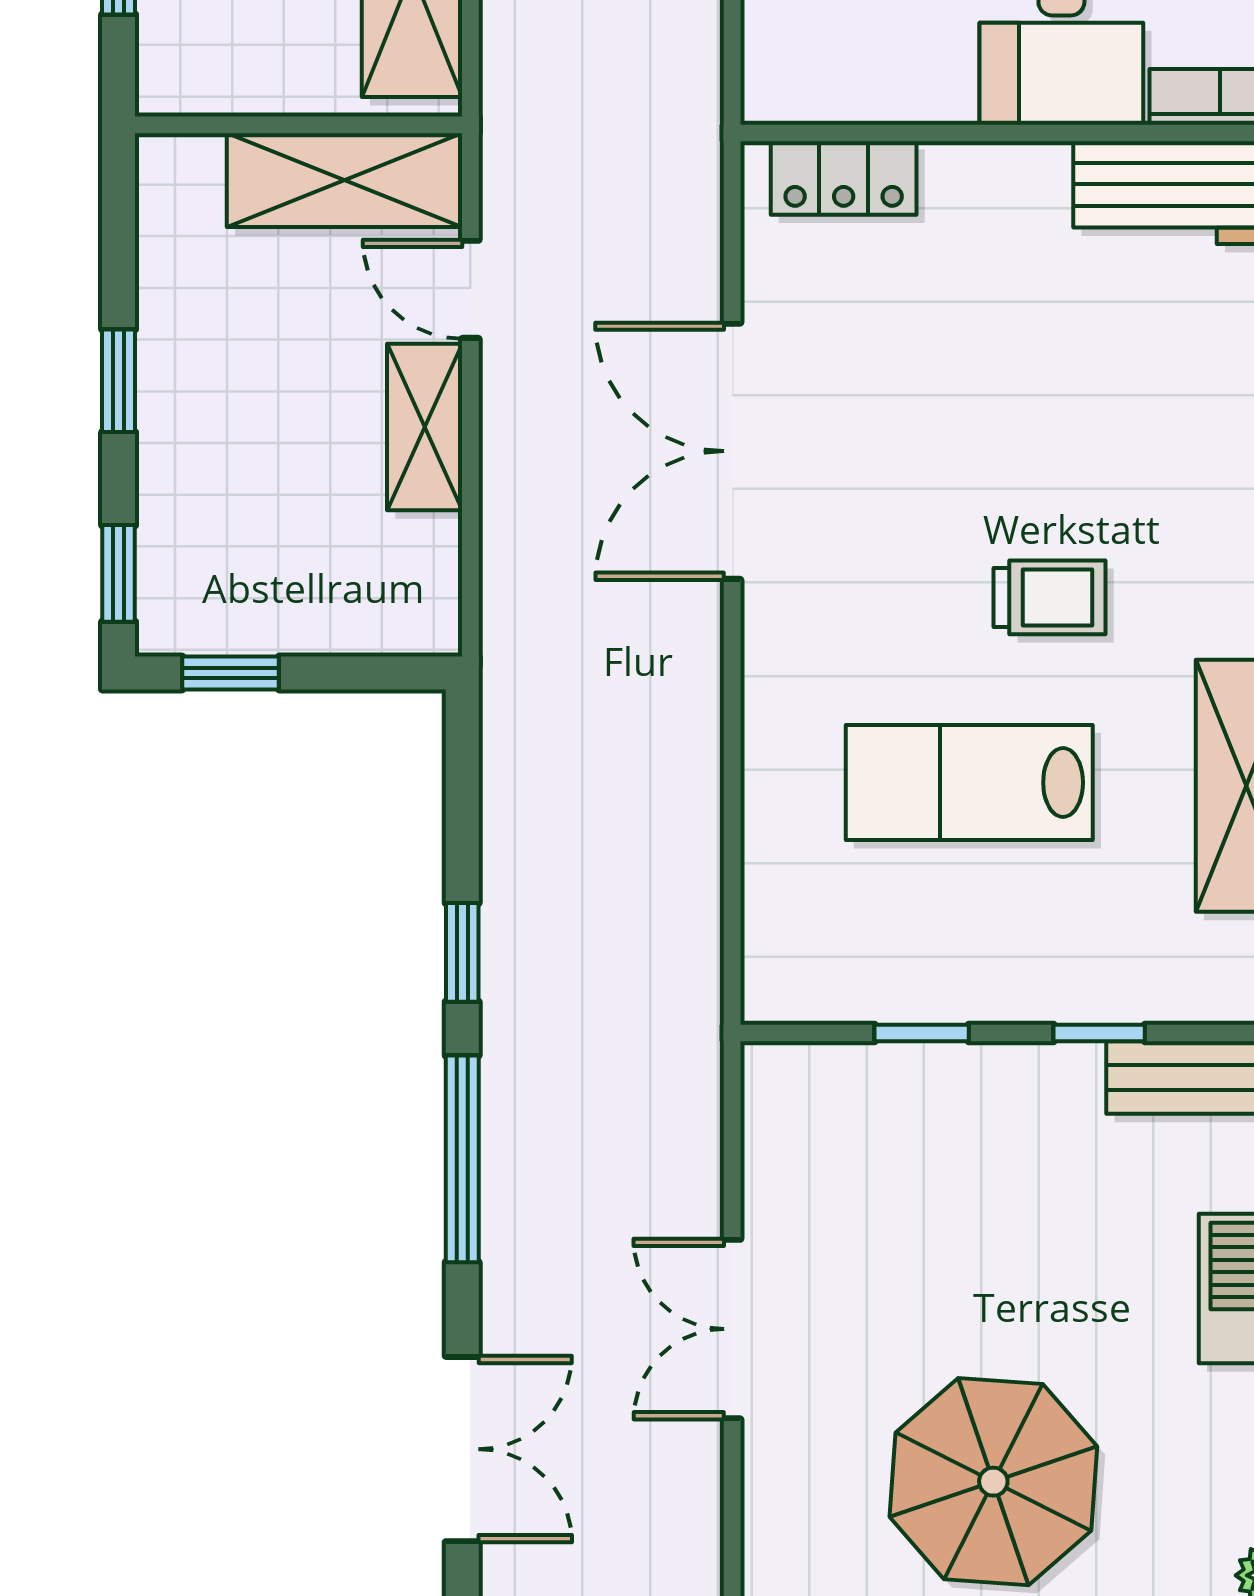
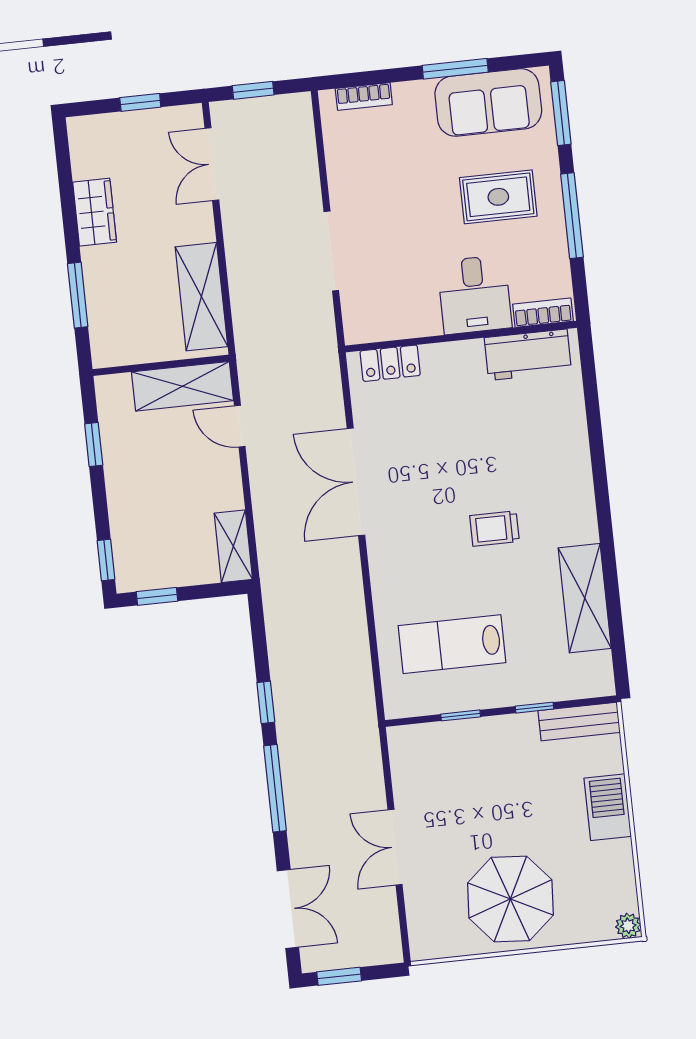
window: (119, 381) -> (94, 445), moved
shelving: (425, 427) -> (233, 546), moved
trolley: (1050, 597) -> (494, 529), turned 180
lab bench: (969, 783) -> (452, 644), moved

